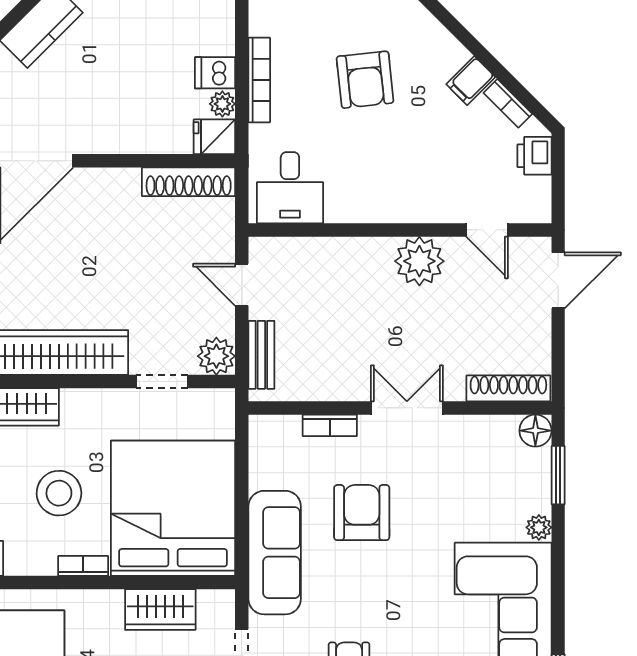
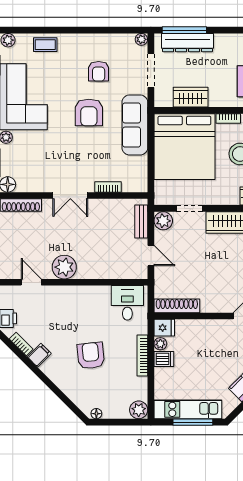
armchair: (362, 513) -> (89, 113), moved

